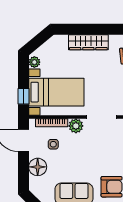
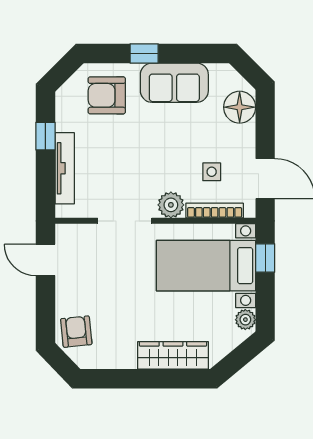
wardrobe: (88, 42) -> (173, 355), moved
floor lamp: (38, 167) -> (240, 107), moved

